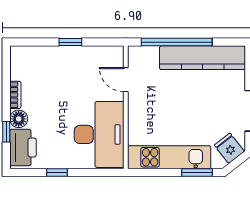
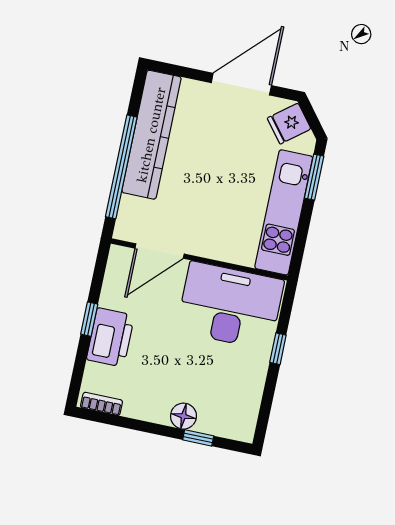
door: (126, 80) -> (160, 251), width x1.37
bookcase: (15, 95) -> (102, 404), moved
printer: (23, 148) -> (110, 337), moved, turned 90
window: (57, 173) -> (278, 349), moved

